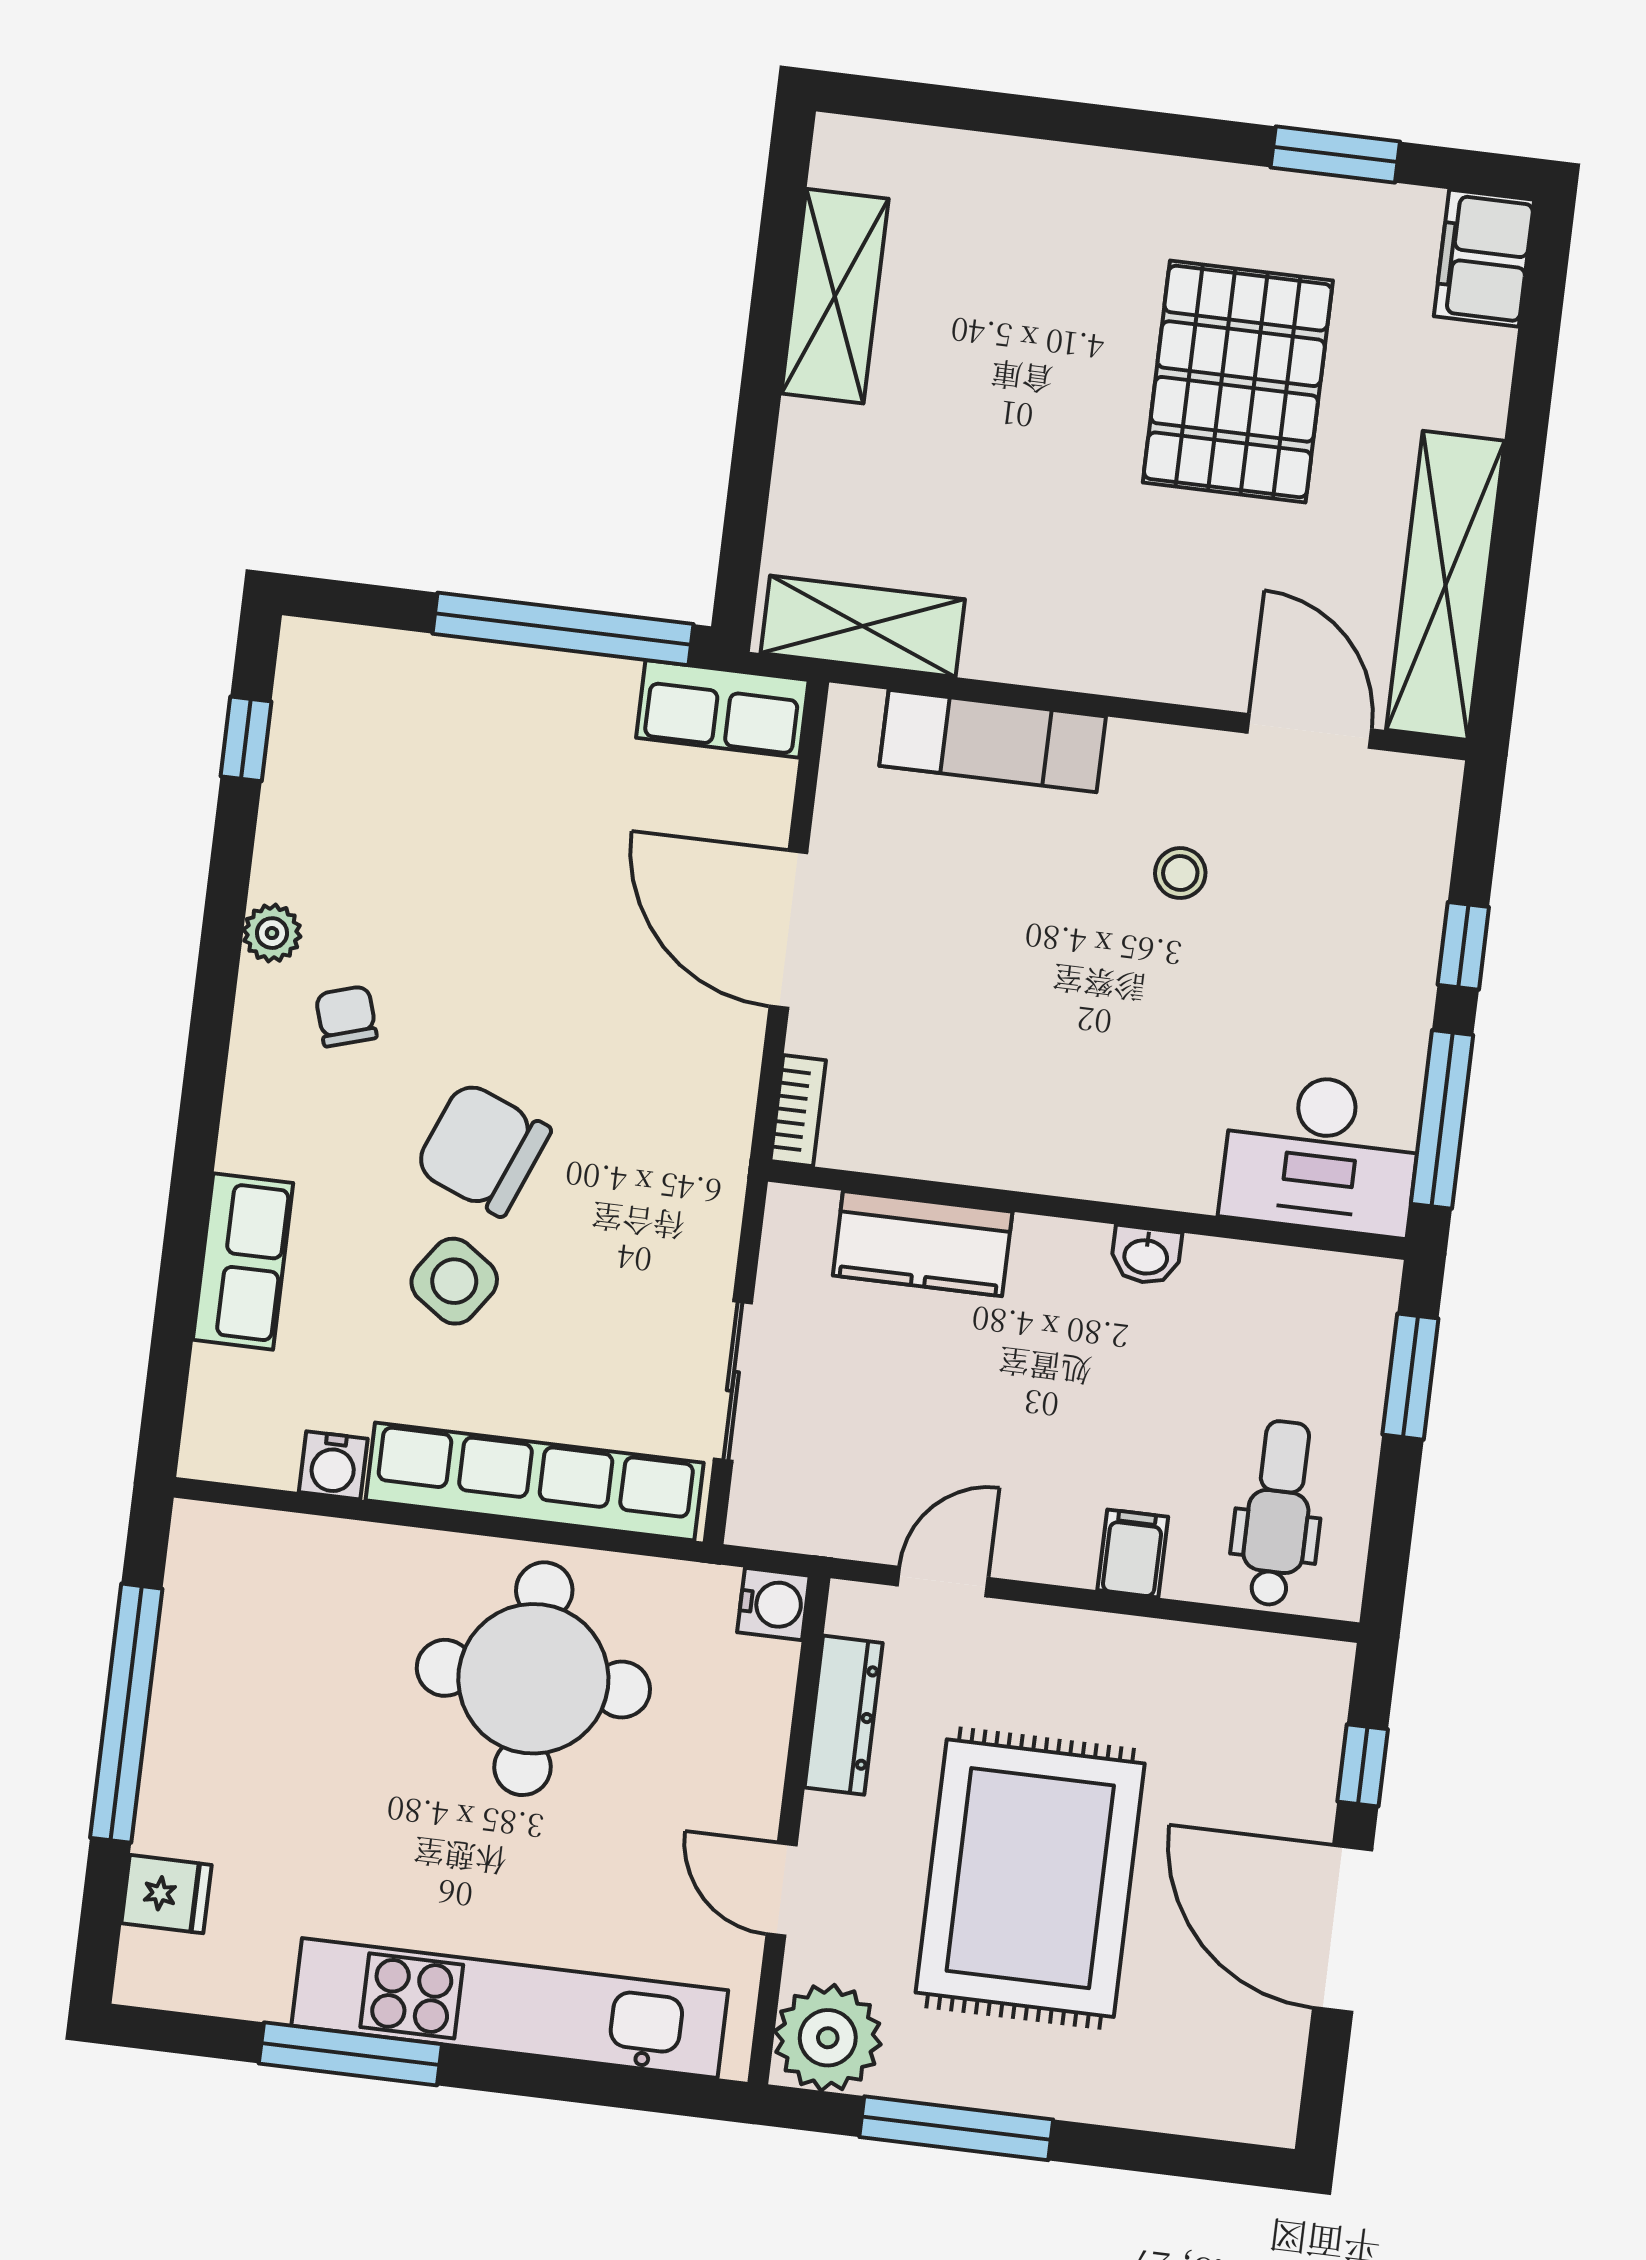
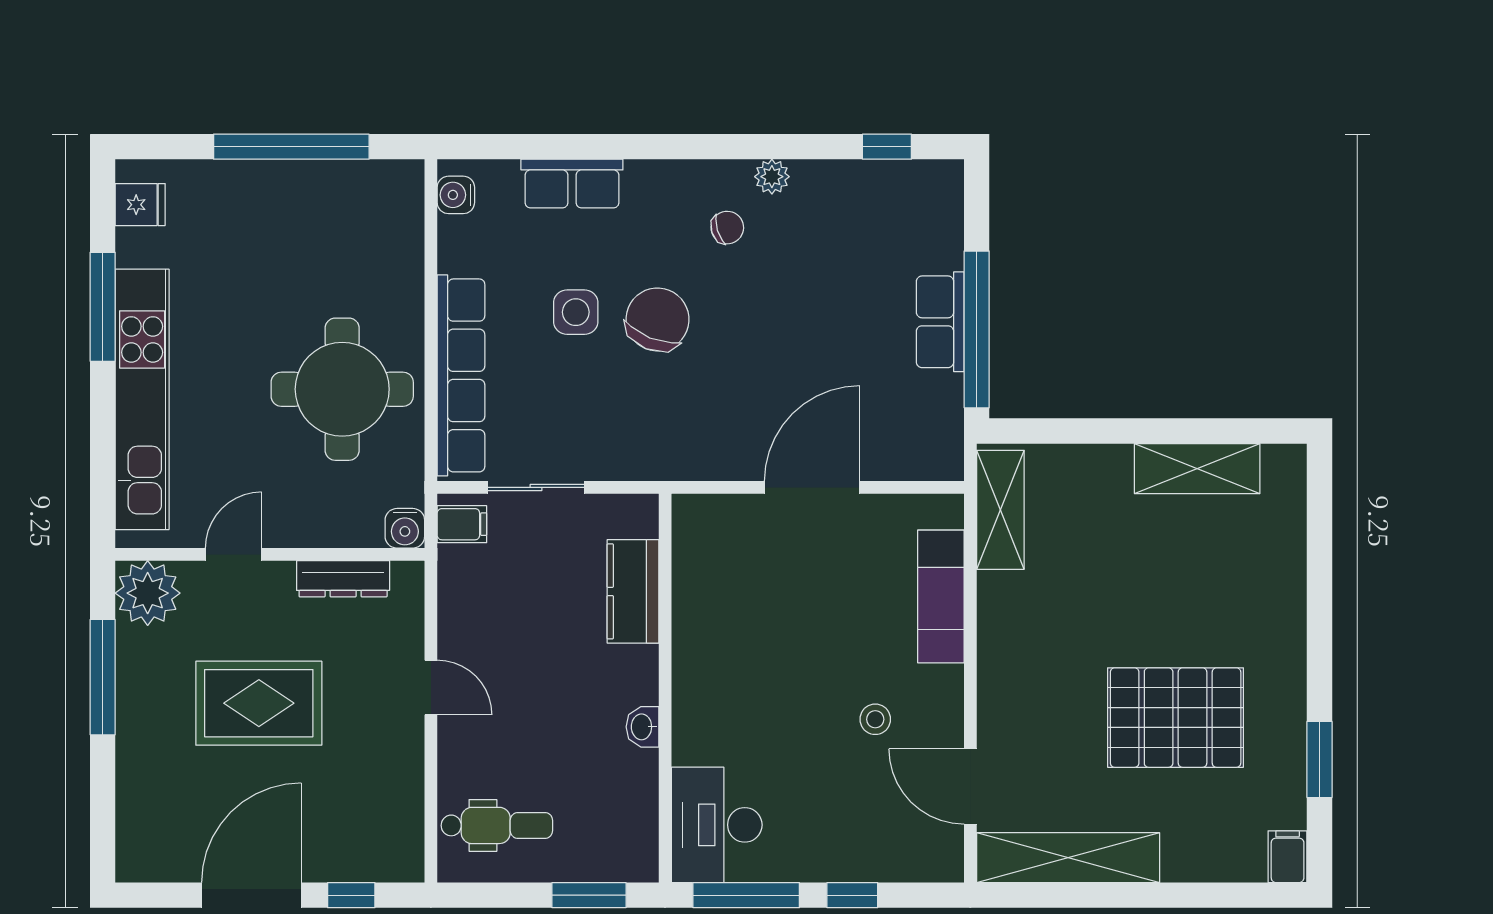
filing cabinet: (1484, 258) -> (1288, 857), width x0.50
row of seats: (722, 709) -> (940, 322), moved
door: (1309, 731) -> (970, 787), swing flipped
bookcase: (798, 1111) -> (704, 507), removed
side table: (454, 1281) -> (576, 312), turned -35
water cooler: (333, 1465) -> (456, 195), moved
filing cabinet: (1133, 1553) -> (462, 524), moved
door: (943, 1582) -> (431, 687), moved
rug: (1030, 1878) -> (259, 703), width x0.73, depth x0.69
fridge: (166, 1894) -> (140, 205), moved, turned -90

